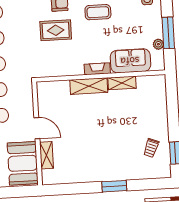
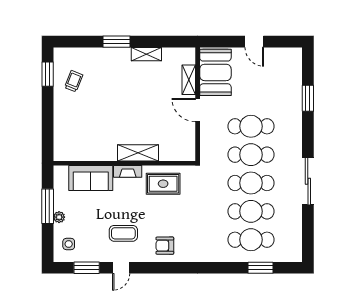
rug: (56, 30) -> (163, 184), moved
plant: (158, 44) -> (59, 217), moved
shelving: (122, 83) -> (146, 54), moved

